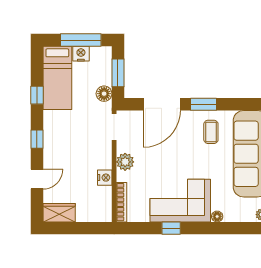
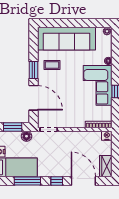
window: (37, 95) -> (27, 181), width x2.17
plant: (125, 162) -> (72, 122), removed
nightstand: (105, 178) -> (107, 136), moved
door: (37, 179) -> (83, 181), width x1.87

